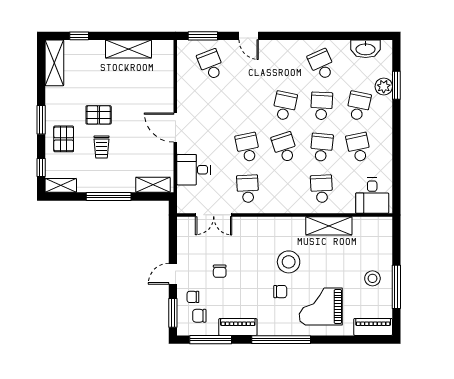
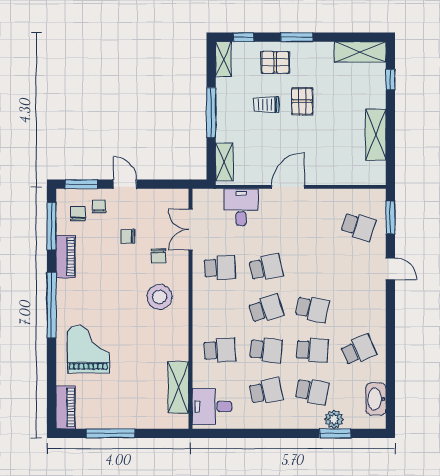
door: (249, 36) -> (390, 269), swing flipped
school desk: (211, 64) -> (358, 226), turned 39
shelving: (329, 226) -> (178, 387), moved
stool: (289, 262) -> (160, 297), moved
stool: (372, 278) -> (120, 407), removed
chair: (280, 292) -> (159, 256), moved

